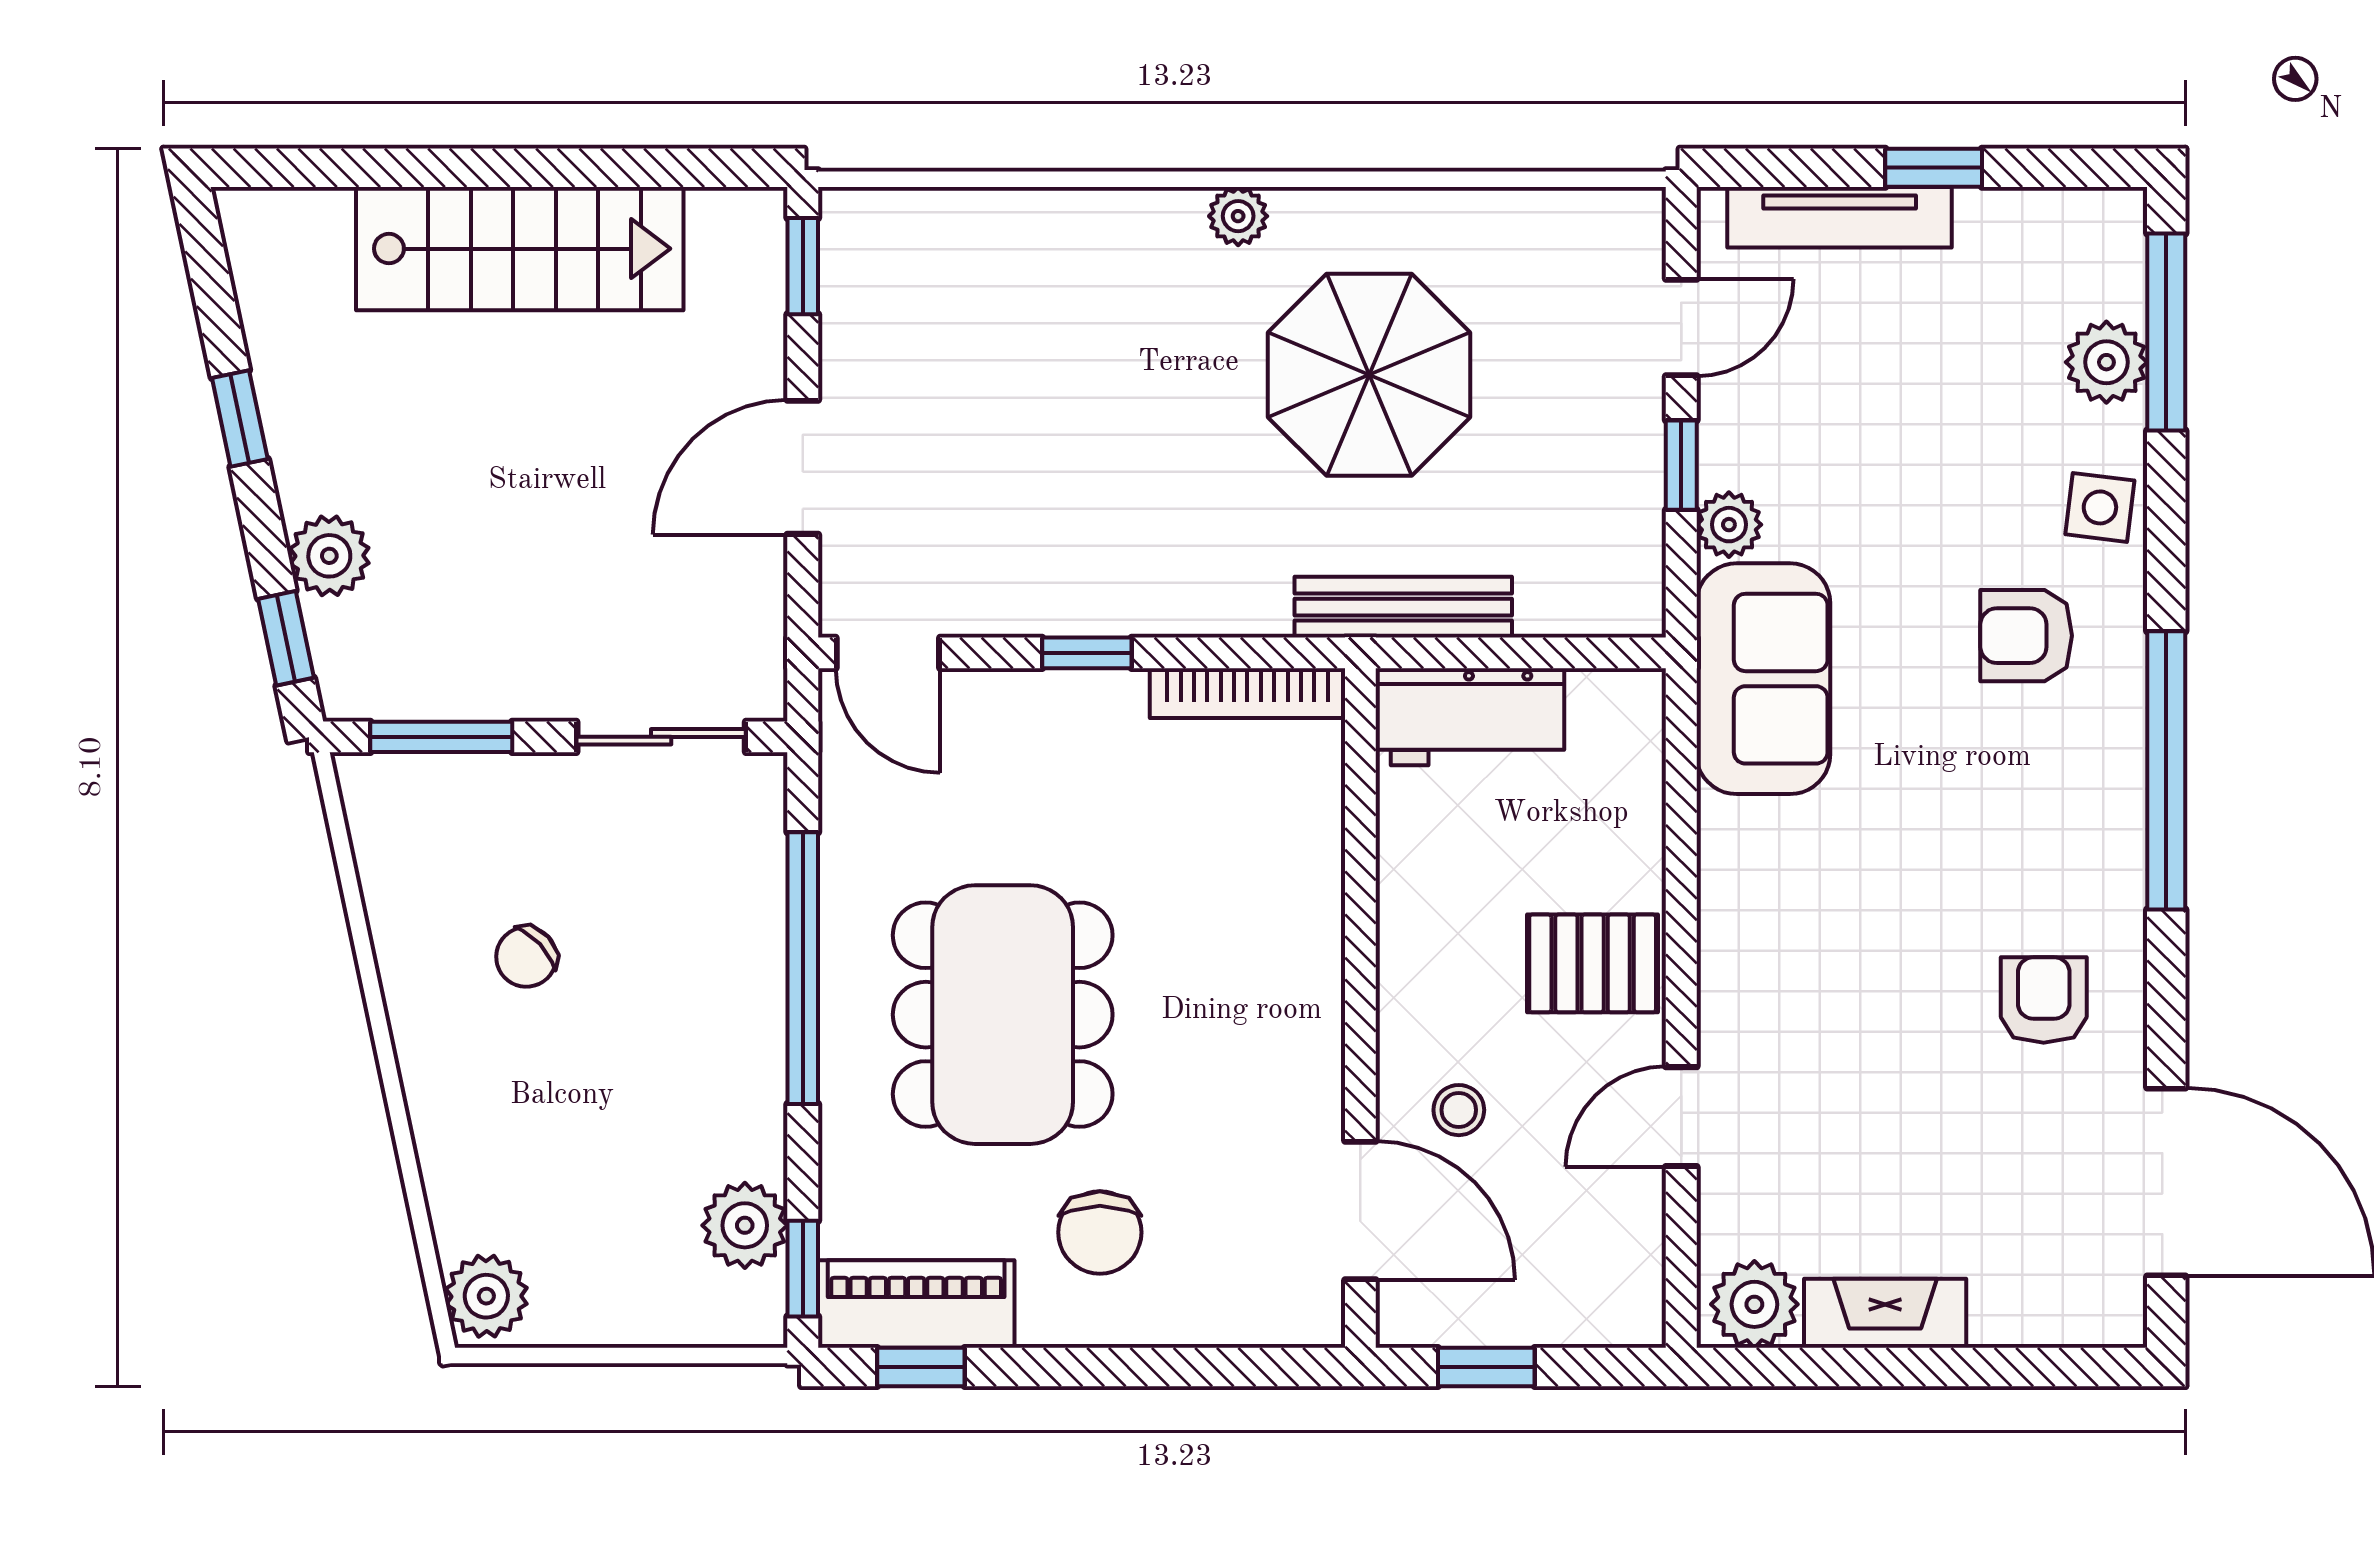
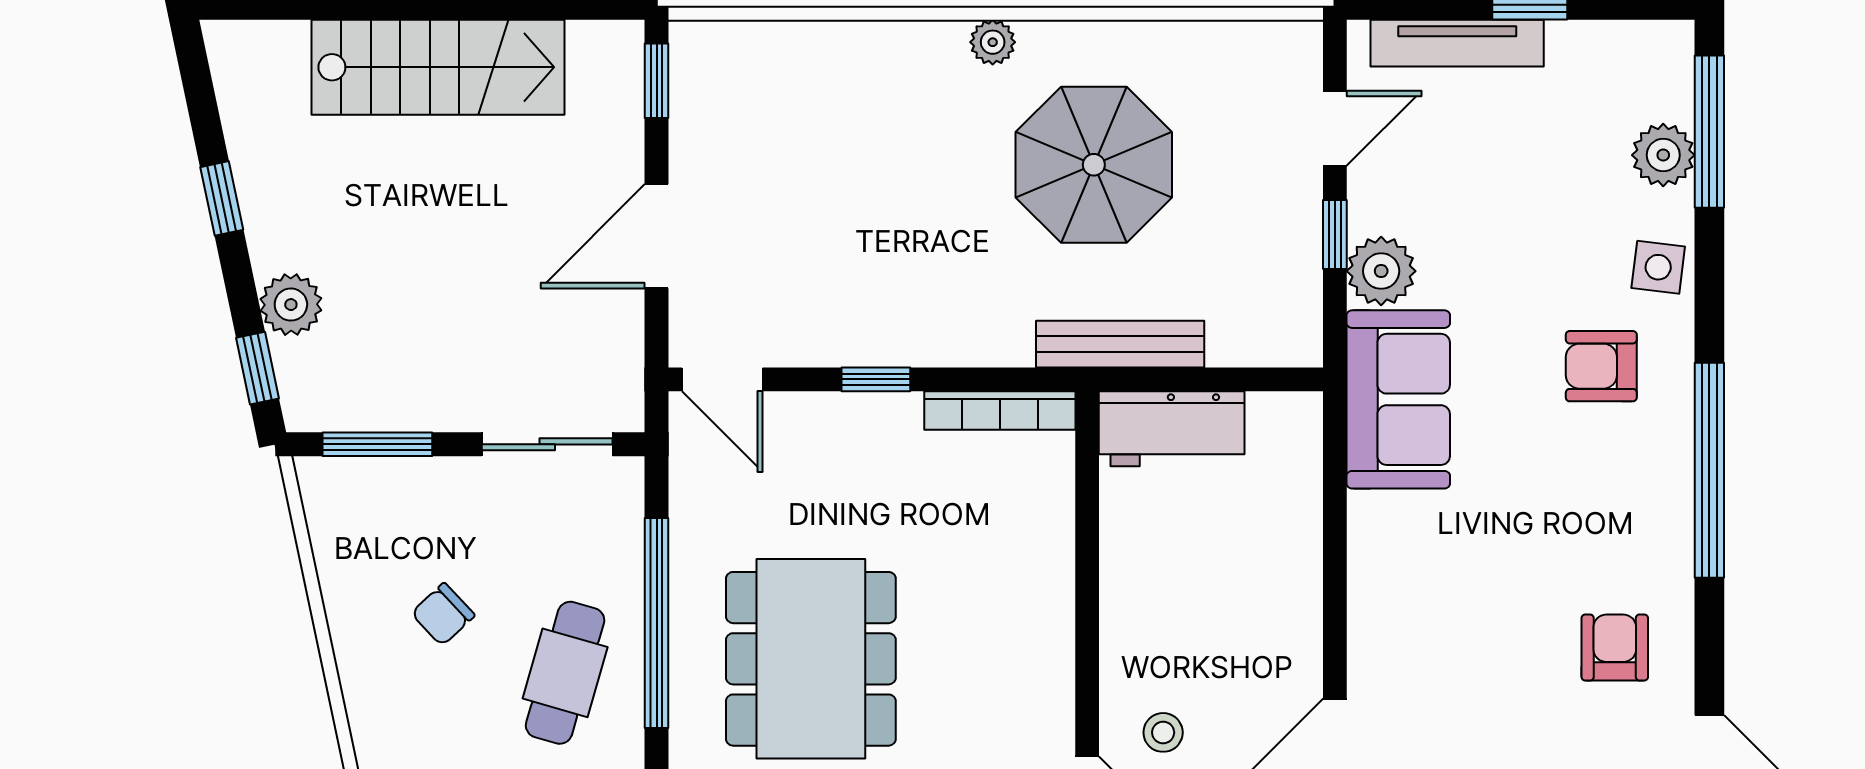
plant: (1729, 525) -> (1381, 271), width x1.38, depth x1.38
pallet: (1593, 963) -> (1266, 619), removed
cafe table: (684, 1033) -> (565, 673), added

